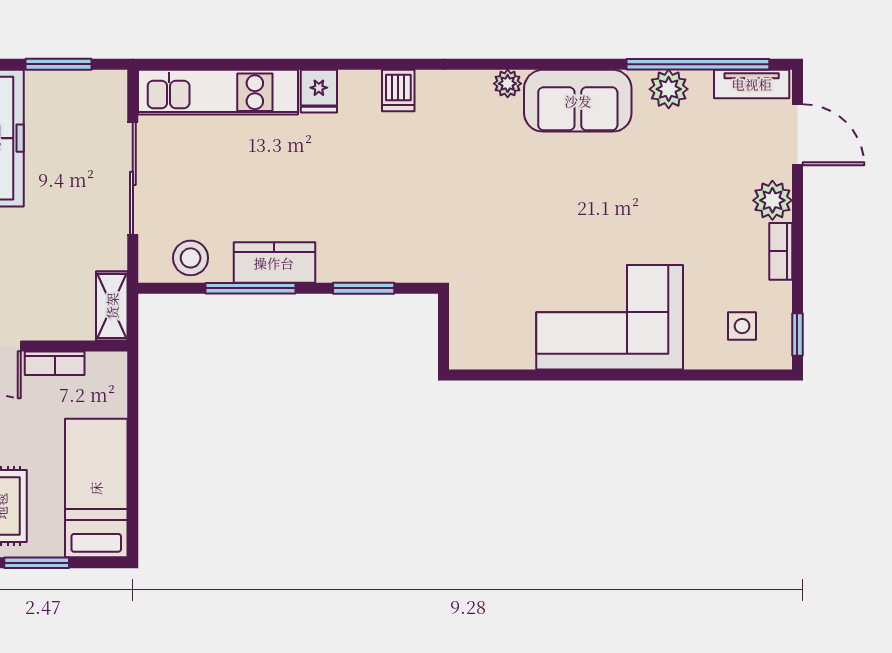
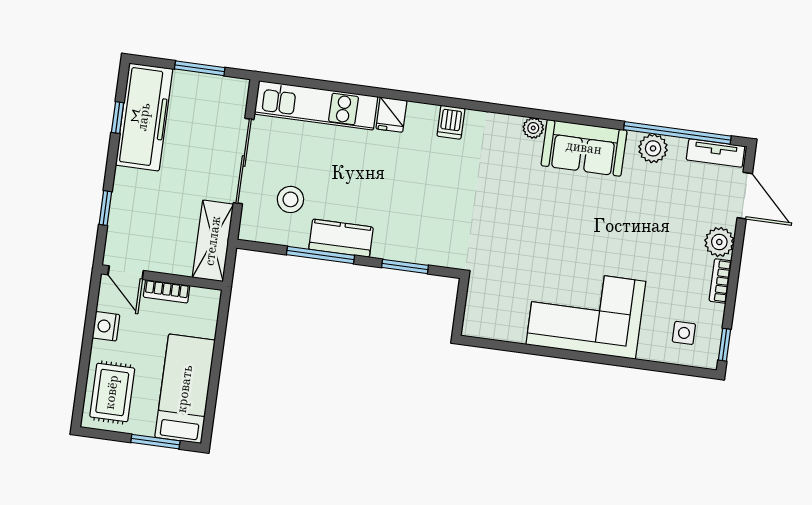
stool: (191, 258) -> (290, 199), moved
shelving: (112, 306) -> (213, 241), width x1.50, depth x1.33
window: (37, 563) -> (155, 442), moved

